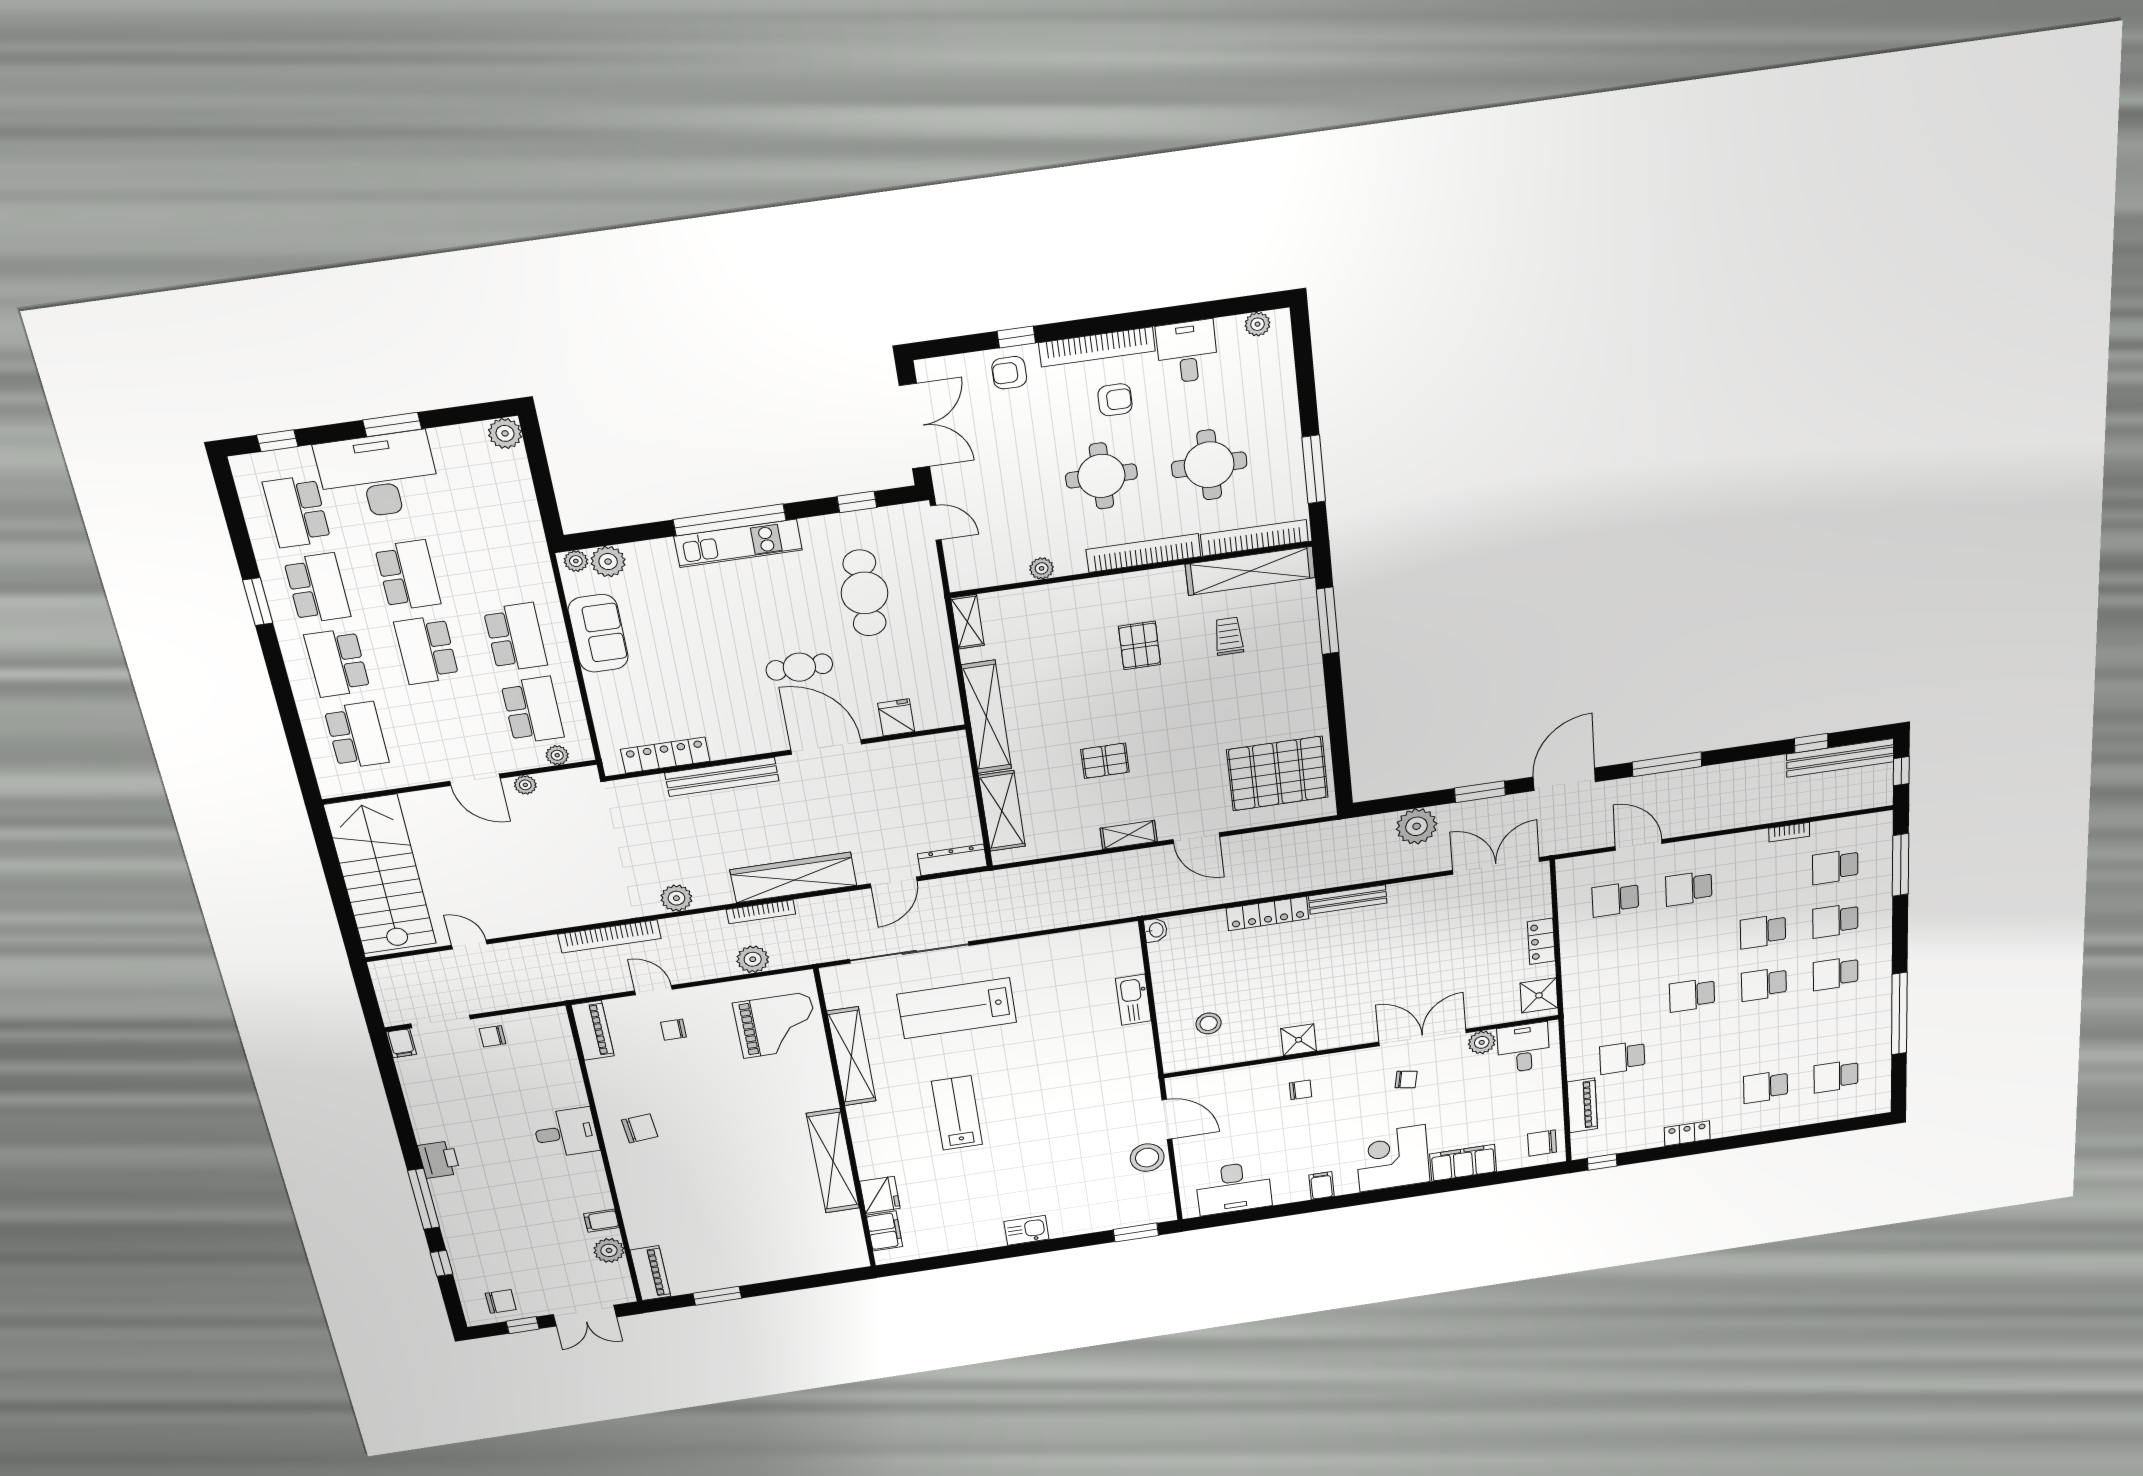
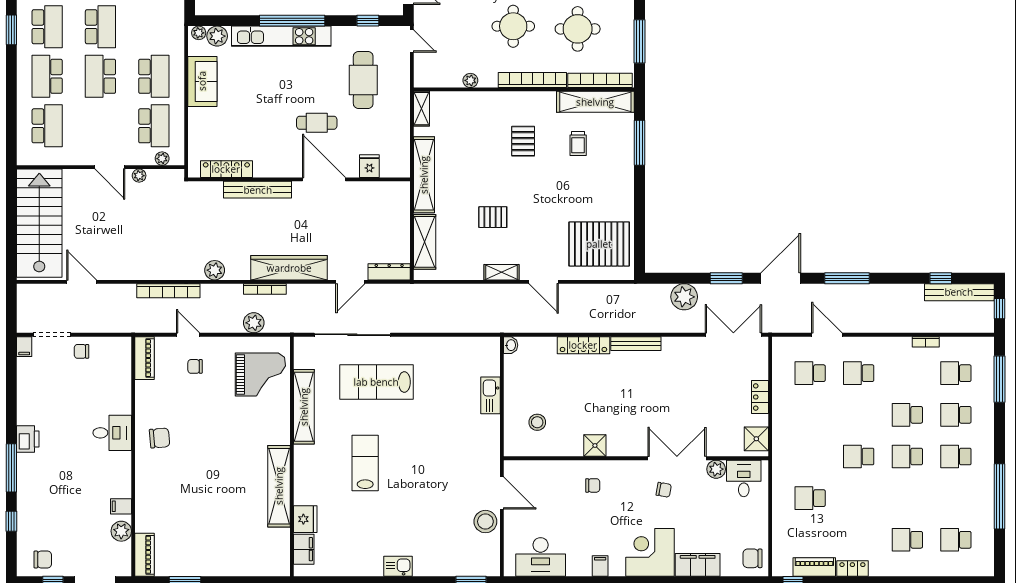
kitchen unit: (738, 543) -> (281, 36), width x1.36
trolley: (1229, 636) -> (578, 144), turned 180
door: (469, 945) -> (82, 282), width x1.38
piano: (1582, 1105) -> (814, 567), moved, turned -90

